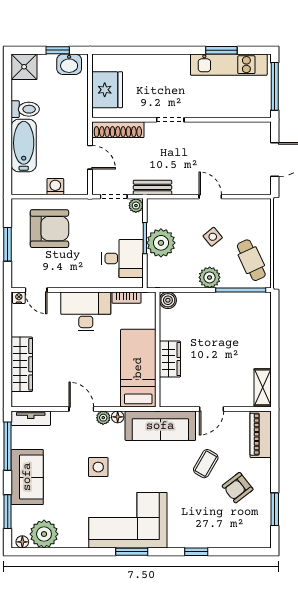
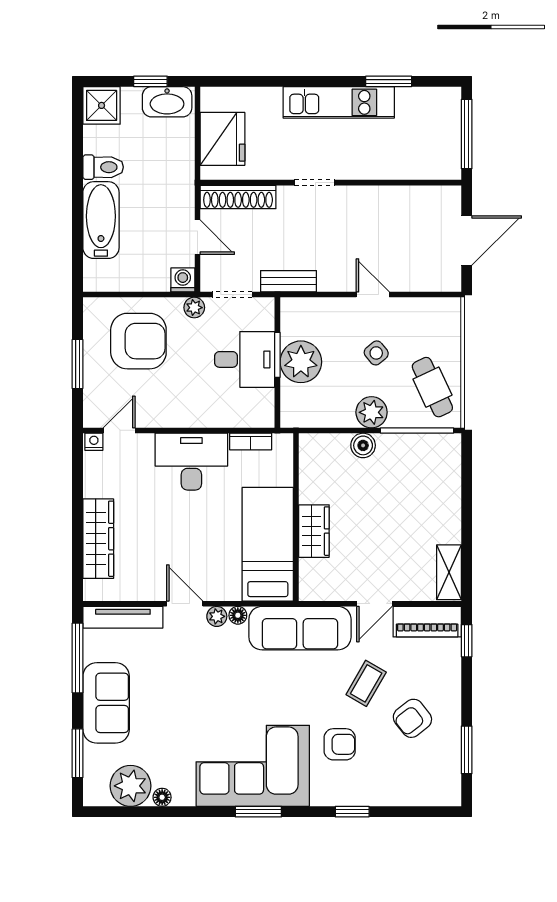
washbasin: (69, 64) -> (167, 102), width x1.38
kitchen unit: (229, 65) -> (339, 102), moved
washing machine: (55, 187) -> (183, 280), moved
plant: (136, 206) -> (194, 308), moved
desk: (122, 258) -> (245, 359), moved
door: (36, 290) -> (119, 430), swing flipped
boiler: (168, 300) -> (363, 445), moved
tv unit: (31, 418) -> (123, 617), width x1.41
piano: (261, 434) -> (427, 622), moved, turned -90
window: (275, 434) -> (467, 641), added
side table: (98, 467) -> (210, 688), removed
armchair: (188, 505) -> (340, 744), added
floor lamp: (22, 542) -> (162, 797), moved

